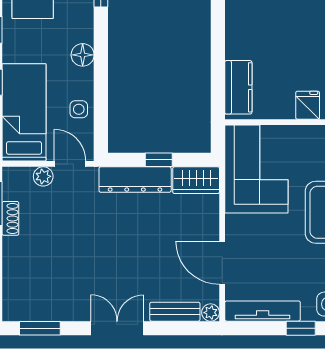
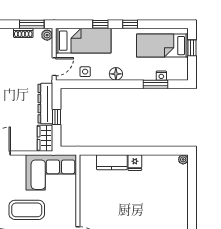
kitchen counter: (238, 87) -> (112, 162), moved
fridge: (308, 105) -> (135, 163), moved, turned 90
plant: (43, 176) -> (47, 35), moved

